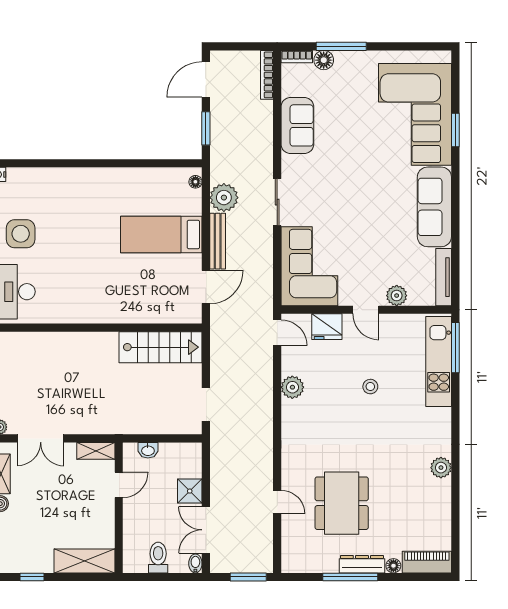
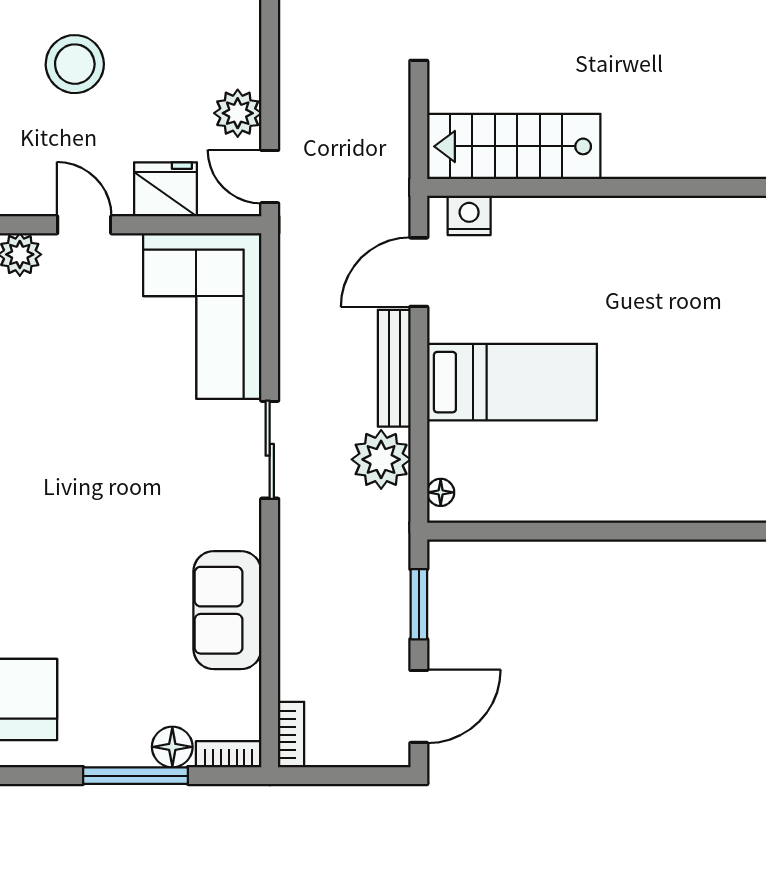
bookcase: (267, 75) -> (291, 735), width x0.64
nightstand: (182, 314) -> (469, 215), added
plant: (292, 387) -> (238, 113), moved
stool: (370, 387) -> (75, 64), width x1.89, depth x1.89

